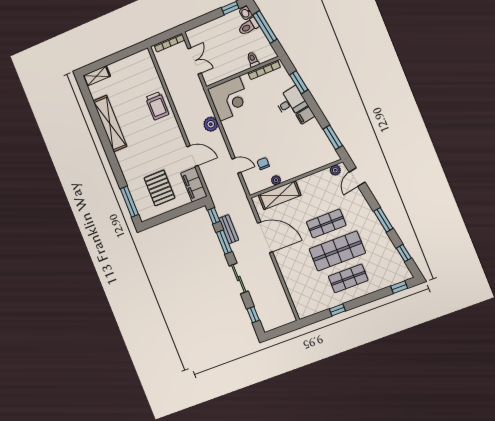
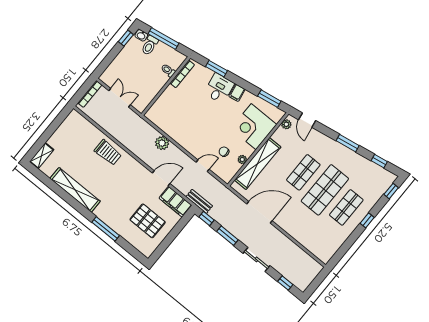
corner desk: (230, 99) -> (254, 127), moved, turned 180
shelving: (280, 195) -> (258, 164), width x1.47
window: (129, 202) -> (106, 229), moved
bench: (229, 229) -> (199, 201), moved
window: (337, 310) -> (367, 220), moved

